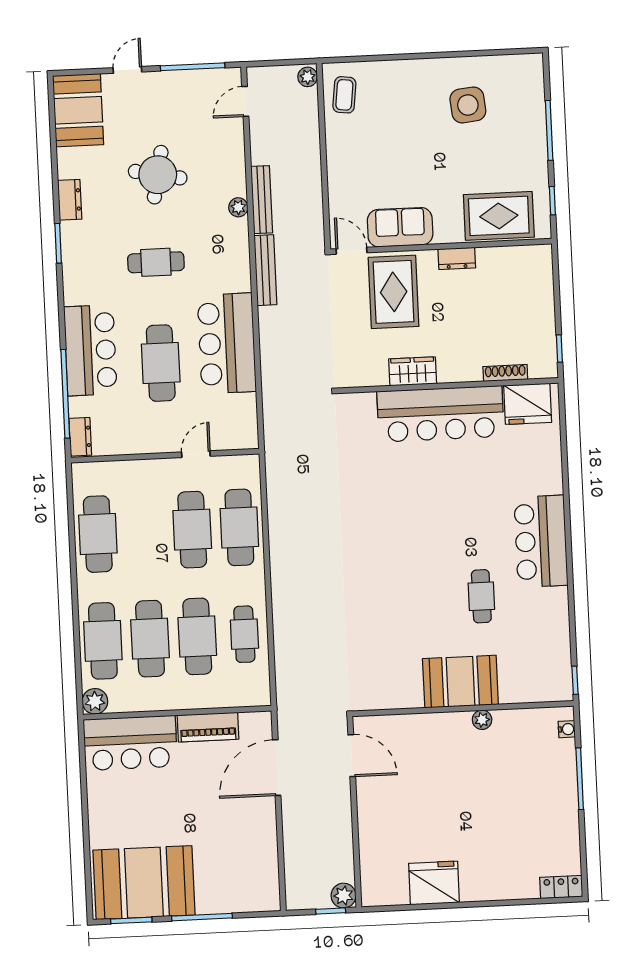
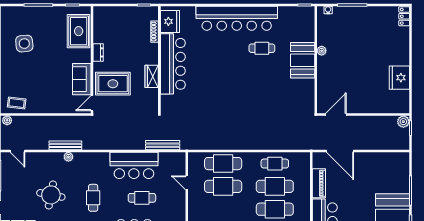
bench: (265, 270) -> (163, 145), moved
cafe table: (161, 363) -> (142, 198), width x0.73, depth x0.74
bar counter: (541, 541) -> (237, 18), width x1.86

